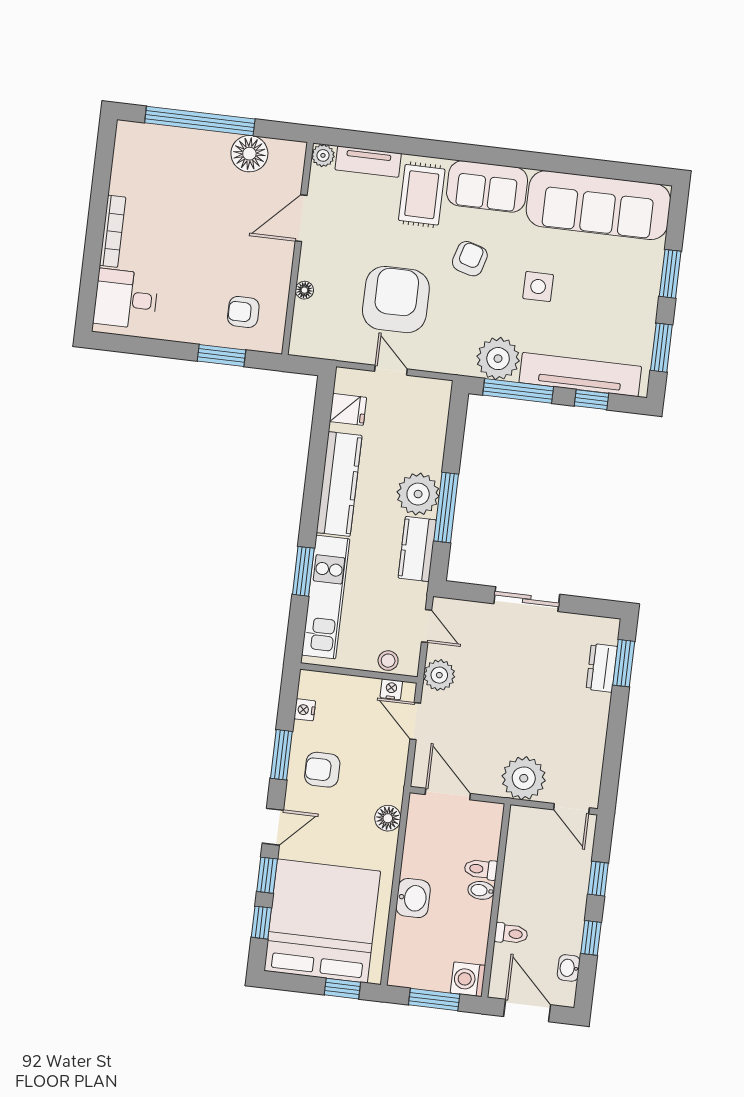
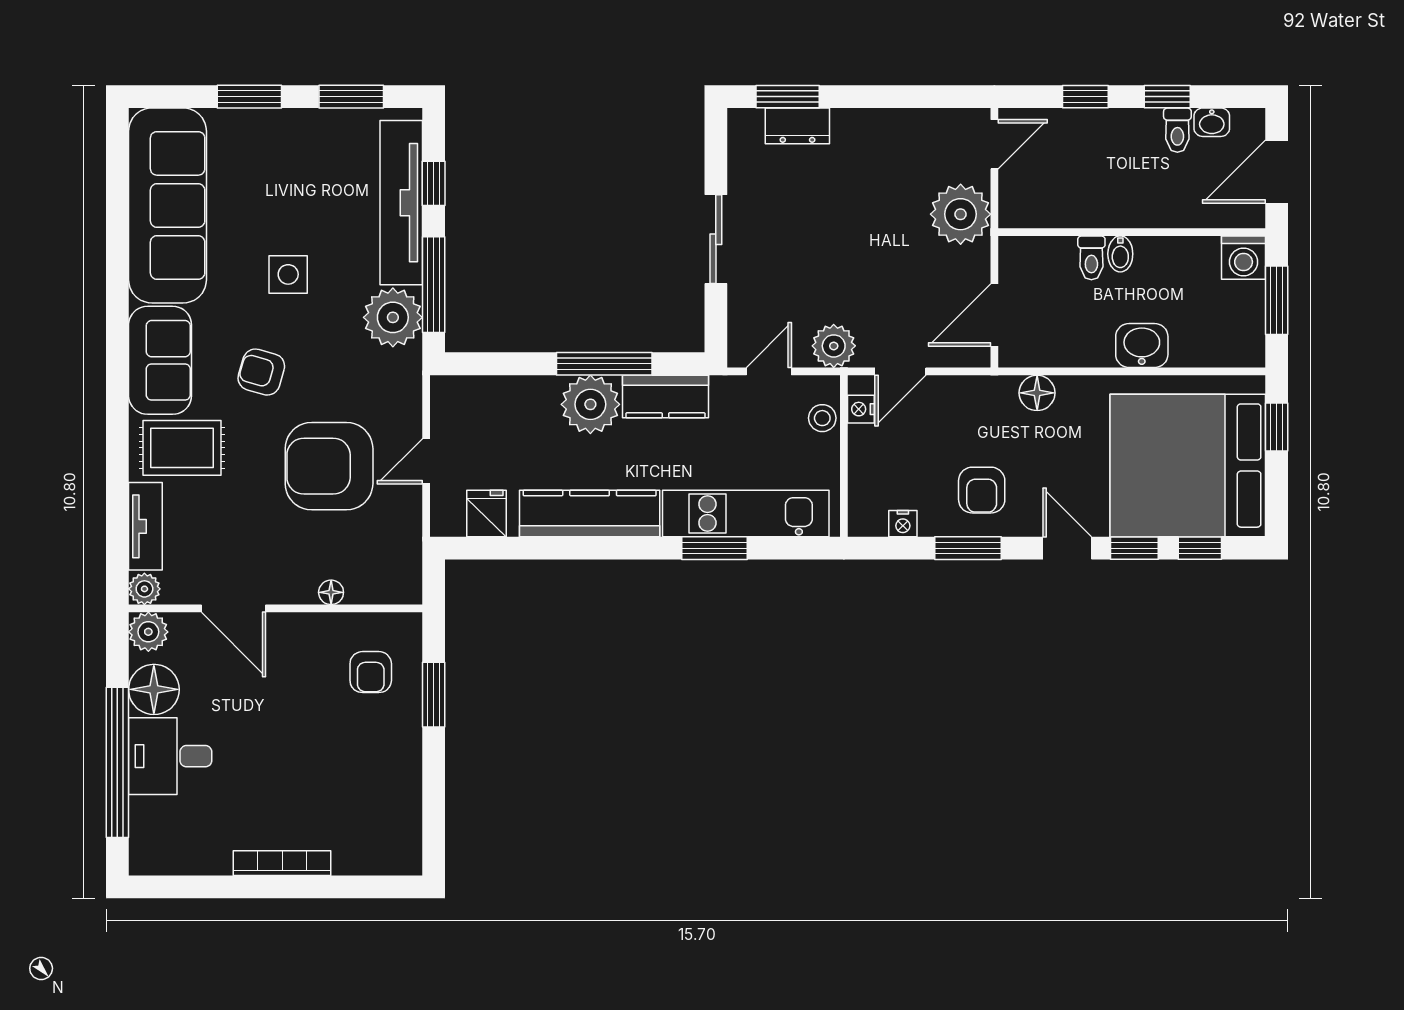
plant: (292, 155) -> (148, 632), added
desk: (126, 299) -> (170, 756), moved, turned 90
toilet: (511, 934) -> (1177, 130), moved, turned 180

